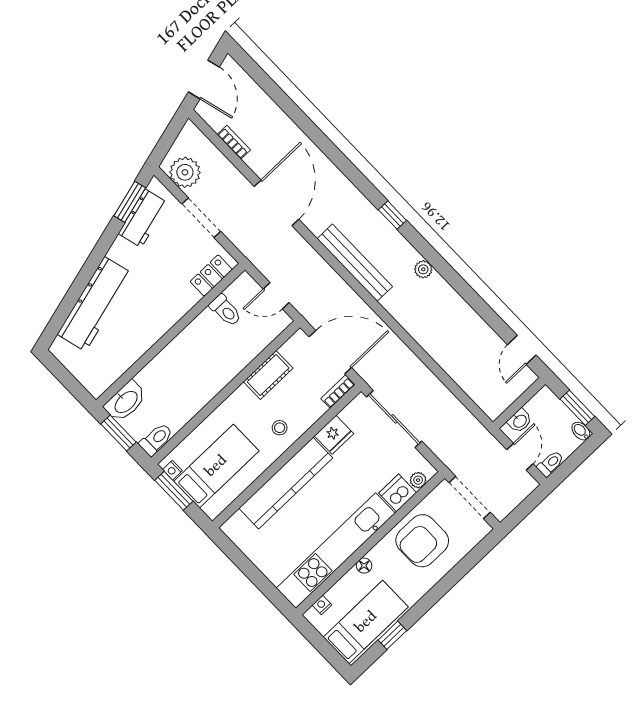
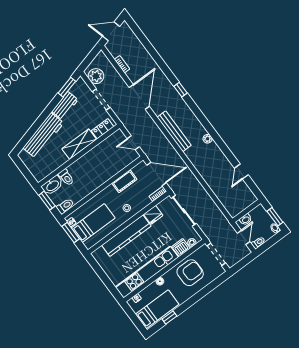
door: (204, 79) -> (111, 31), swing flipped
window: (392, 215) -> (180, 90), moved
workbench: (143, 218) -> (65, 106), moved
toilet: (225, 310) -> (66, 177), moved
shelving: (169, 312) -> (79, 144), added
door: (522, 350) -> (241, 171), moved
armchair: (422, 541) -> (190, 273), turned 180

